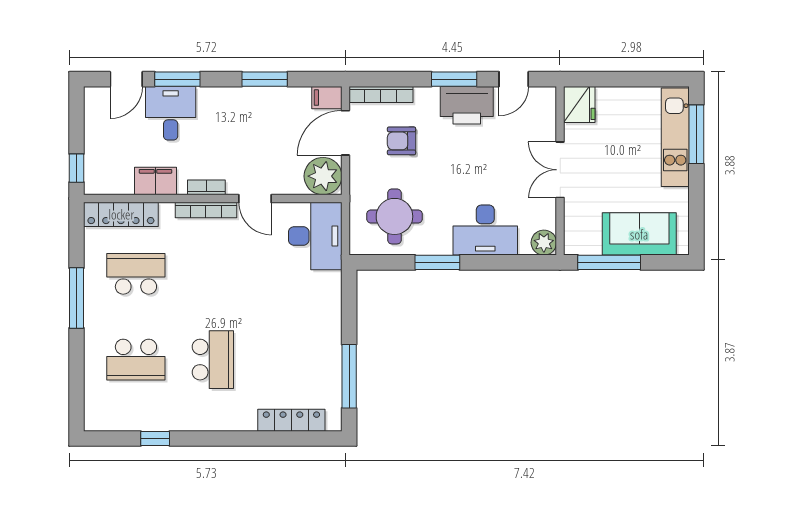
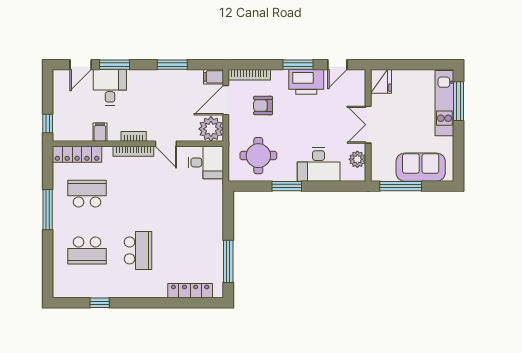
filing cabinet: (155, 181) -> (100, 132), width x0.50
desk: (315, 236) -> (206, 162), width x0.73
plant: (544, 243) -> (357, 159), moved

